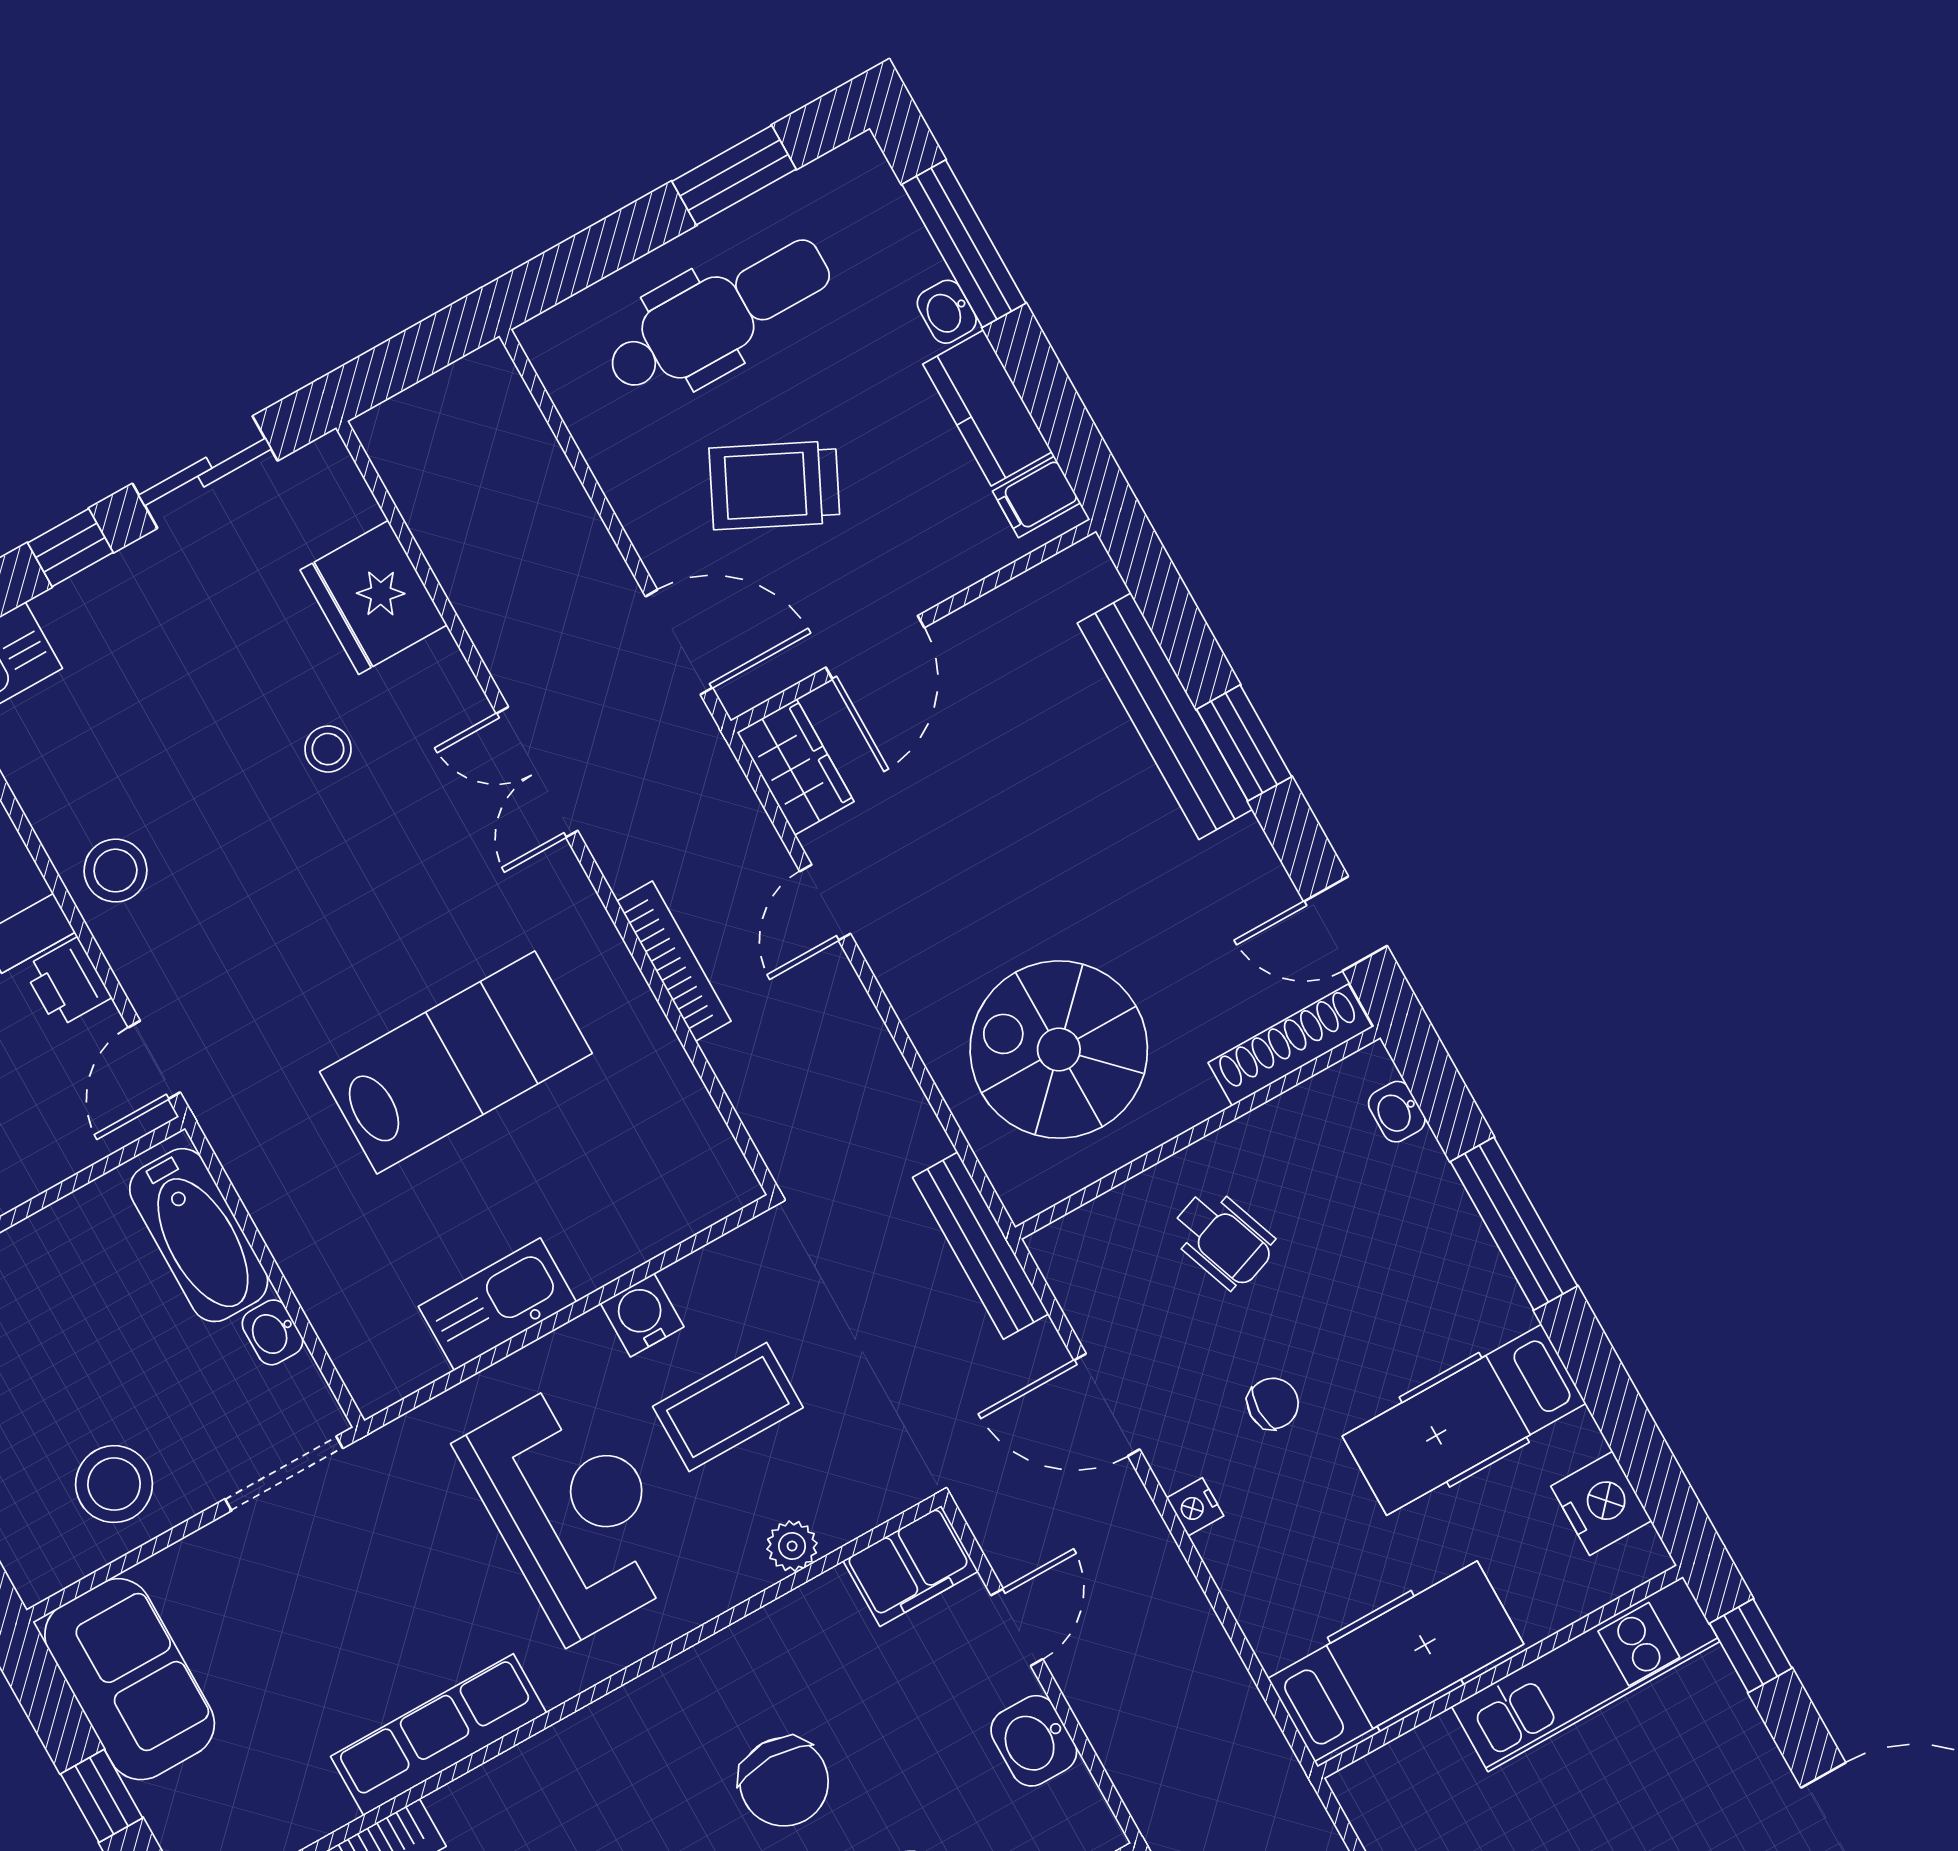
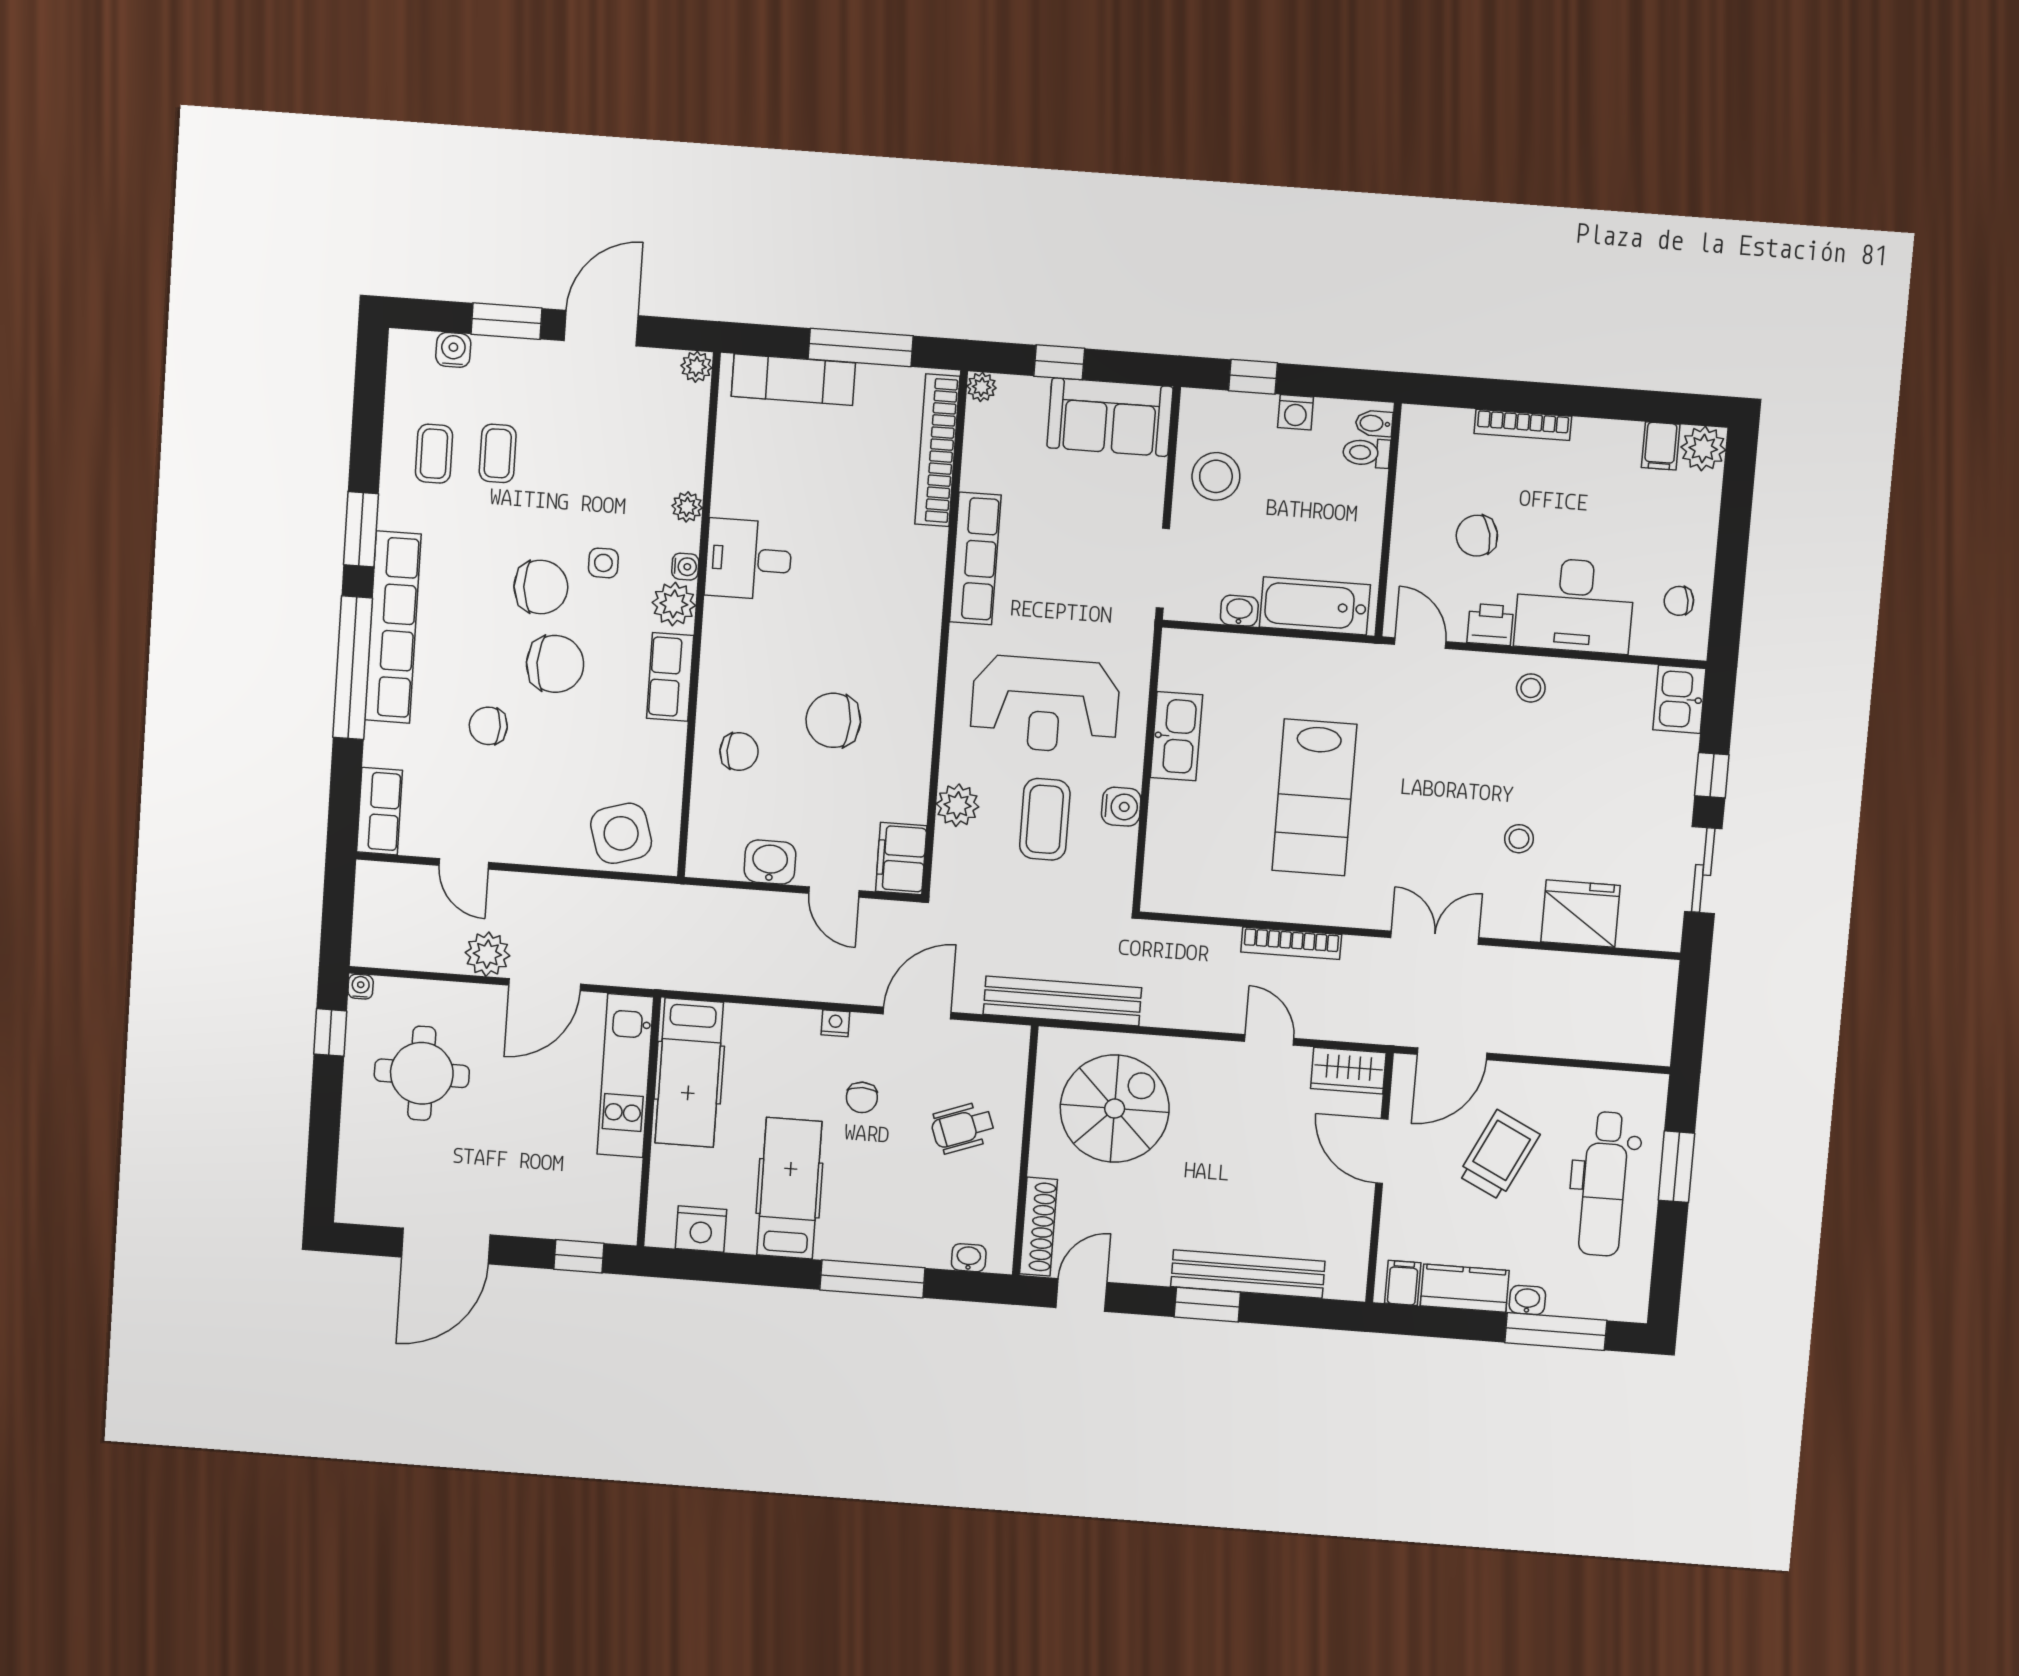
window: (734, 175) -> (1676, 1167), moved
stool: (115, 871) -> (1531, 688), width x0.73, depth x0.73
bench: (981, 1246) -> (1062, 1001), width x1.37, depth x1.21
plant: (792, 1546) -> (958, 805), width x1.38, depth x1.38
kitchen unit: (1586, 1674) -> (625, 1076), moved

